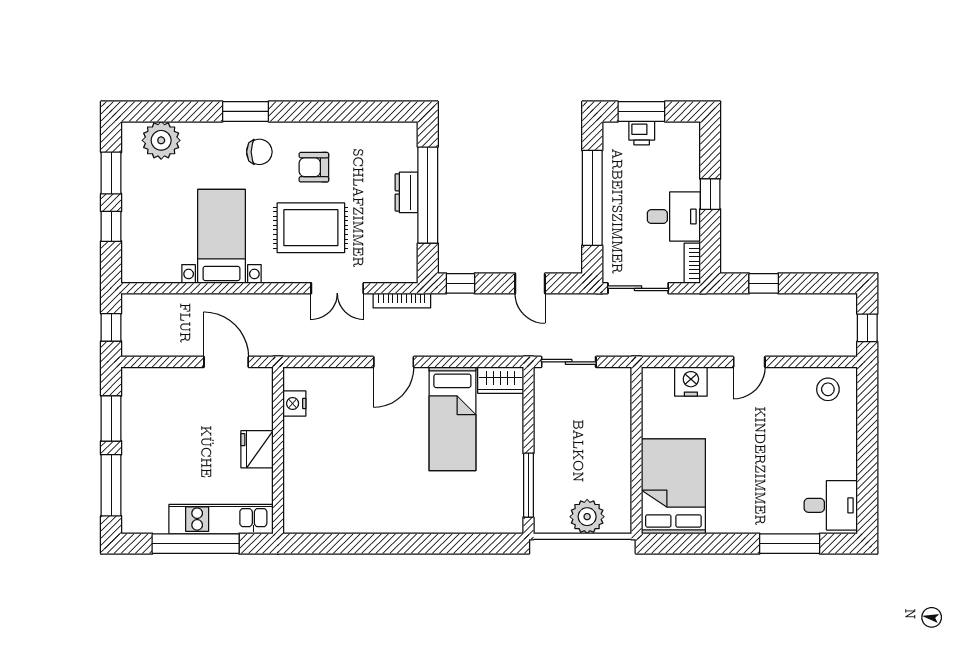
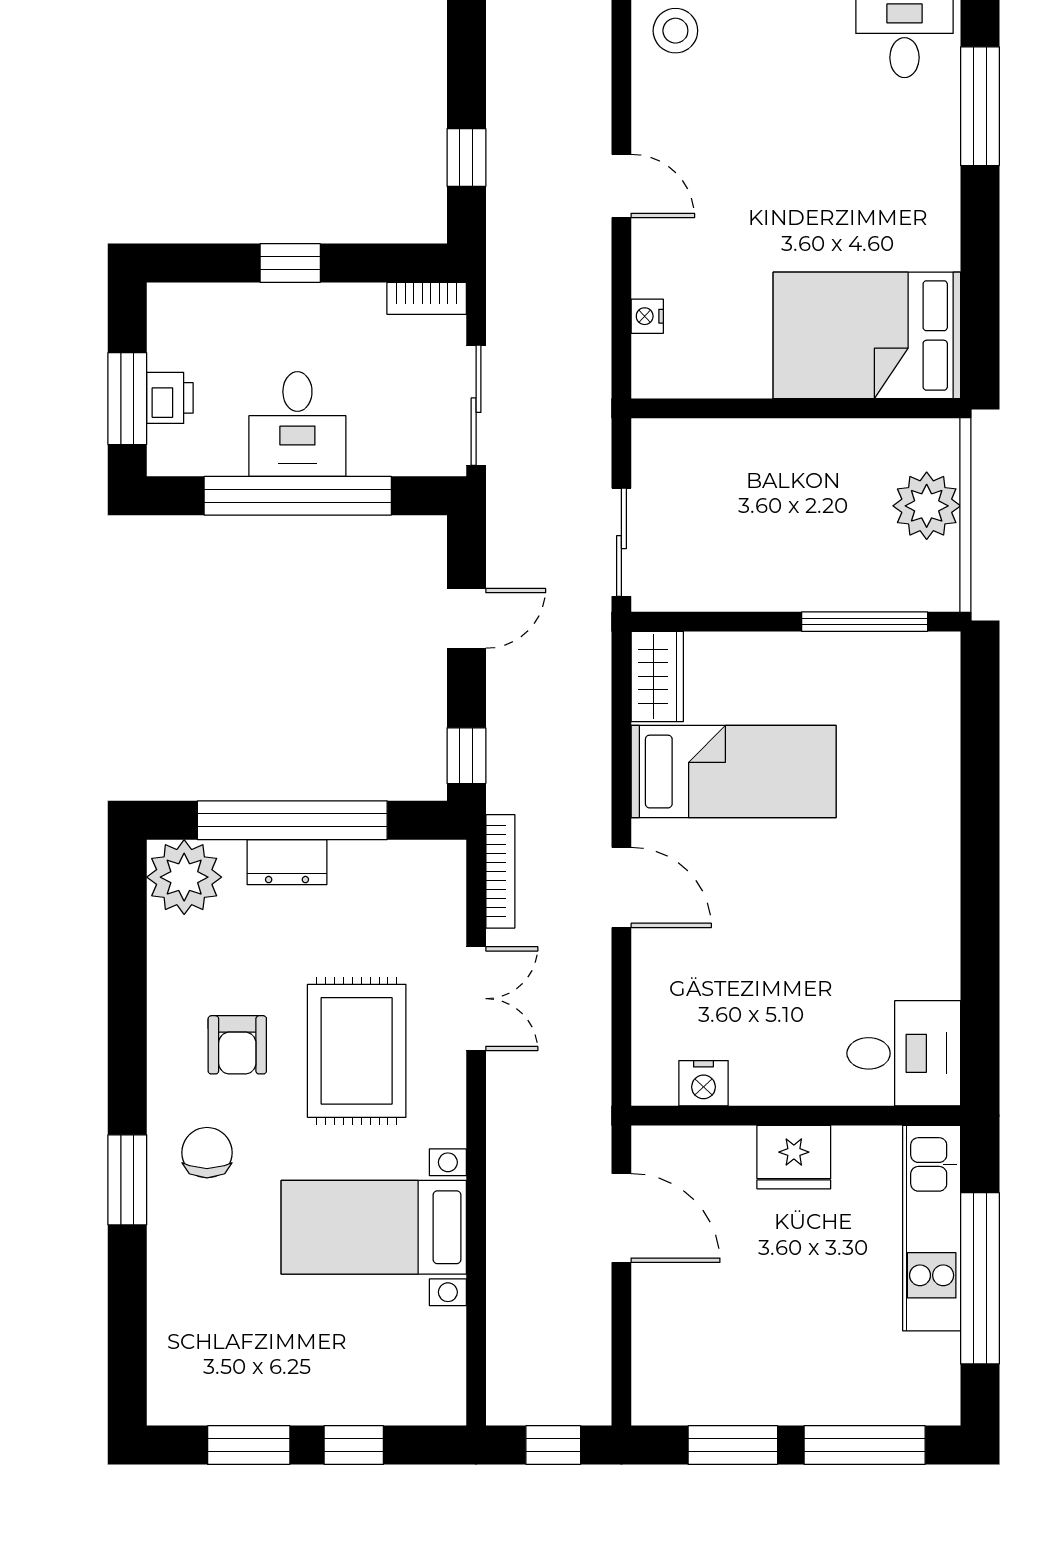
plant: (161, 140) -> (184, 877), moved
desk: (674, 217) -> (297, 424), moved, turned 180
door: (226, 362) -> (621, 1218), swing flipped
nightstand: (691, 381) -> (647, 316), width x0.53, depth x0.56
desk: (310, 505) -> (904, 1053), added

